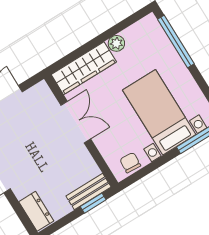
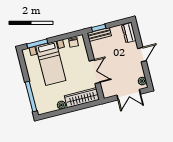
double door: (76, 122) -> (95, 72), swing flipped

